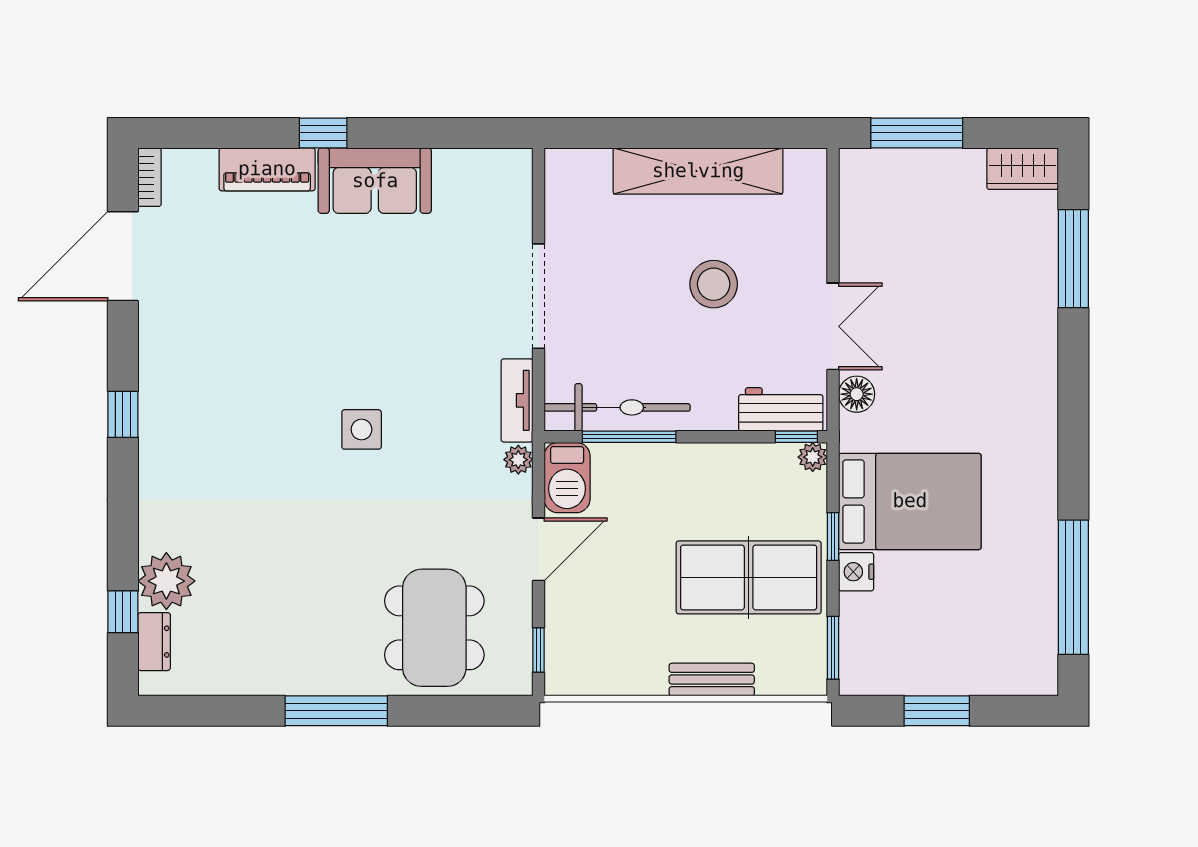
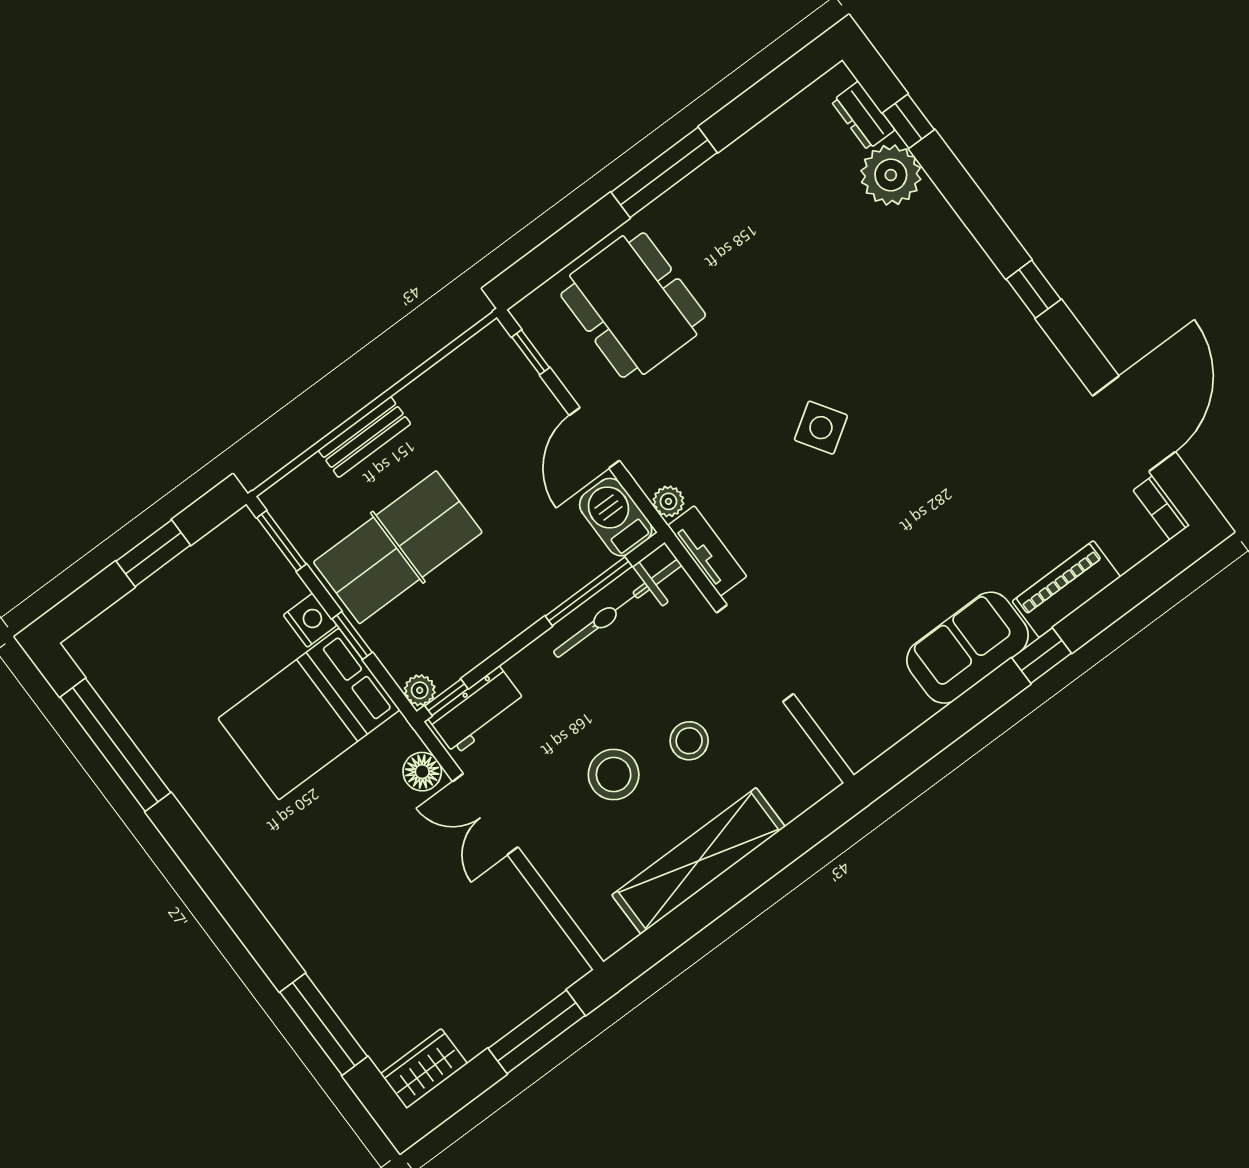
stool: (638, 267) -> (689, 741), added
side table: (362, 429) -> (821, 428), turned -33

